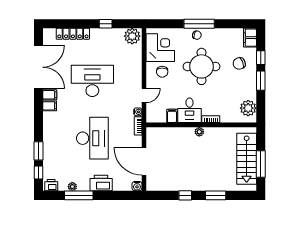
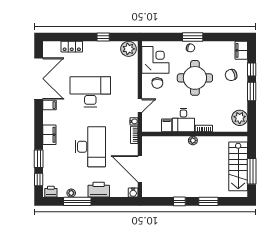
window: (199, 24) -> (193, 37), width x0.69
locker: (73, 34) -> (72, 47), width x0.66
filing cabinet: (50, 106) -> (49, 135), moved, width x2.00

